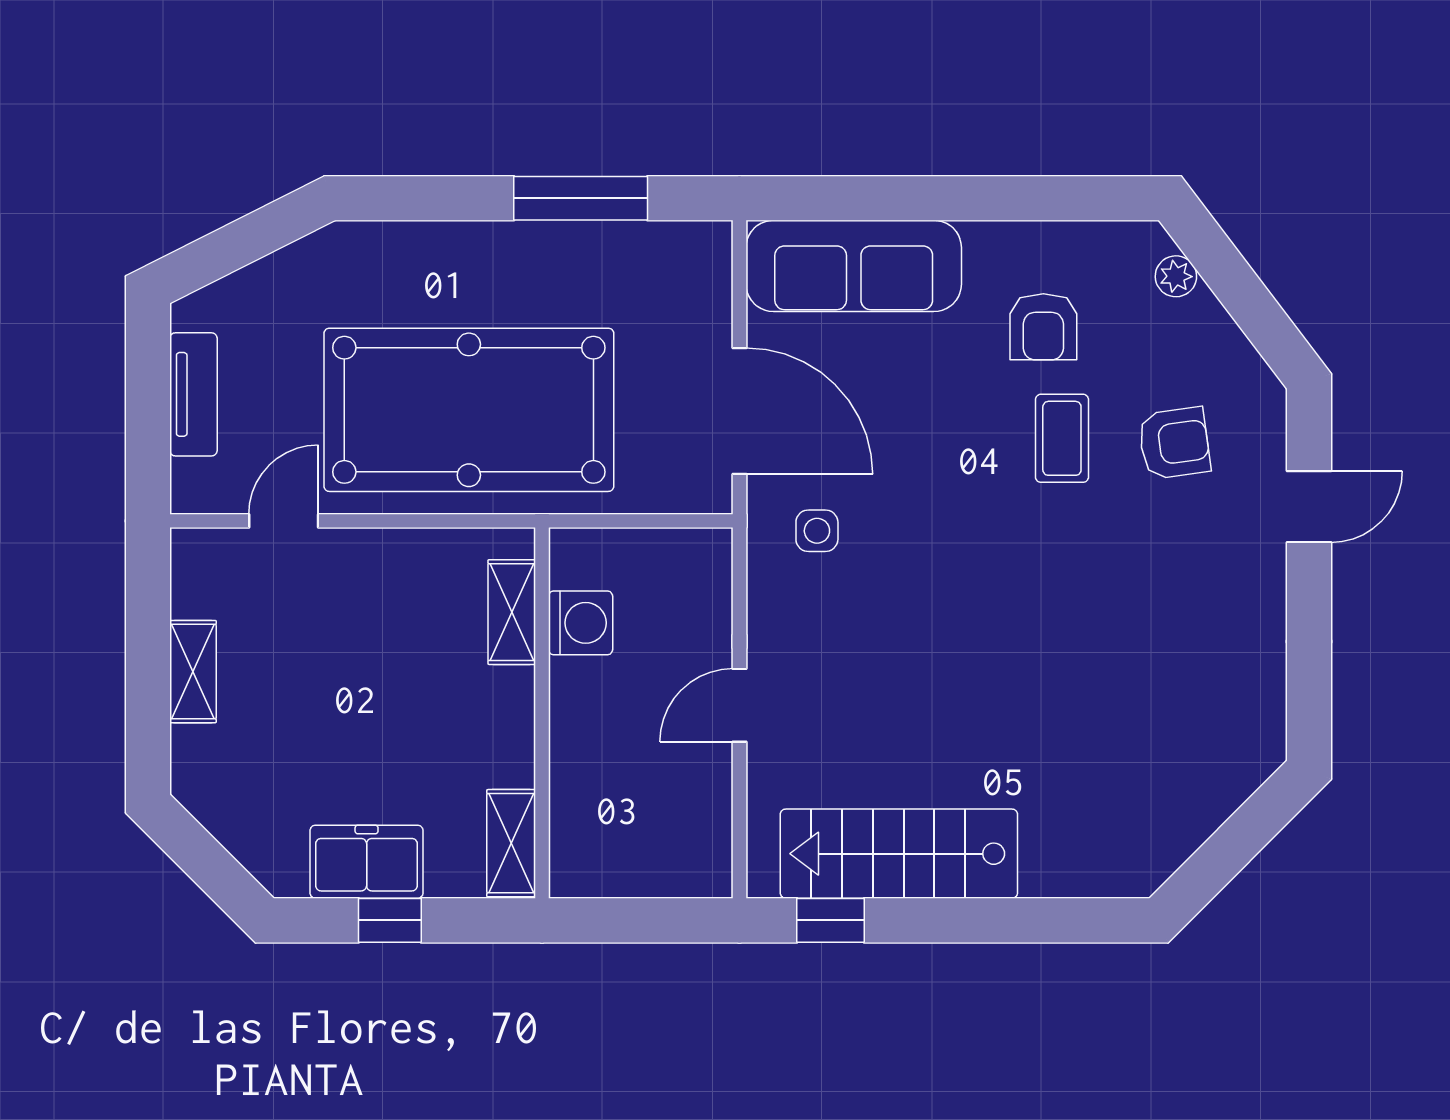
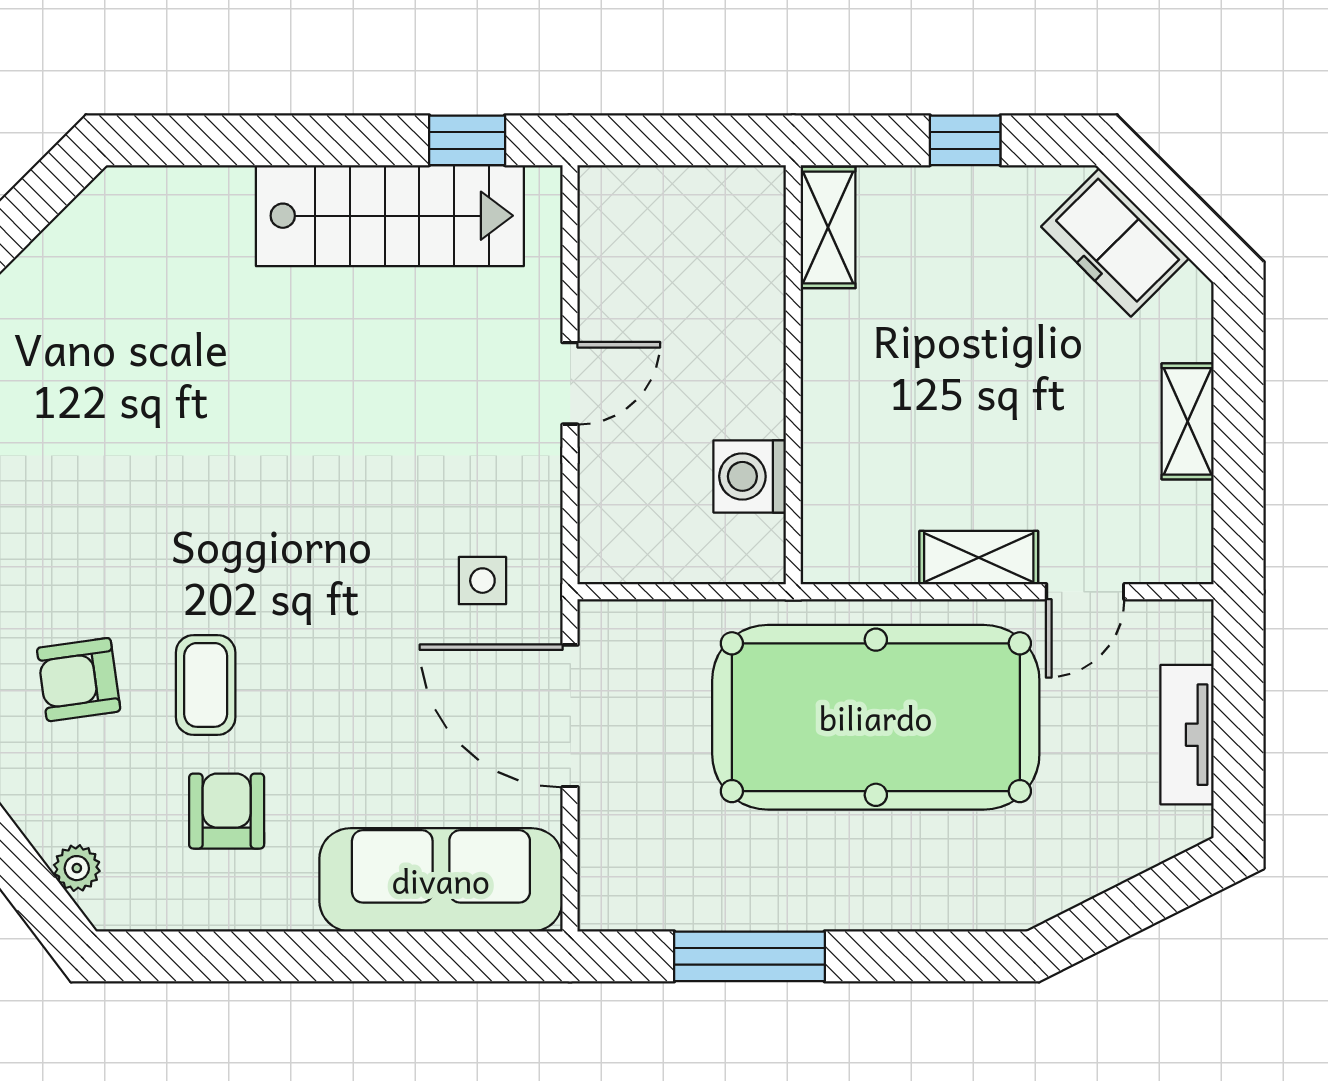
shelving: (512, 612) -> (979, 558), moved, turned 90
freezer: (367, 862) -> (1115, 242), moved, turned 45

